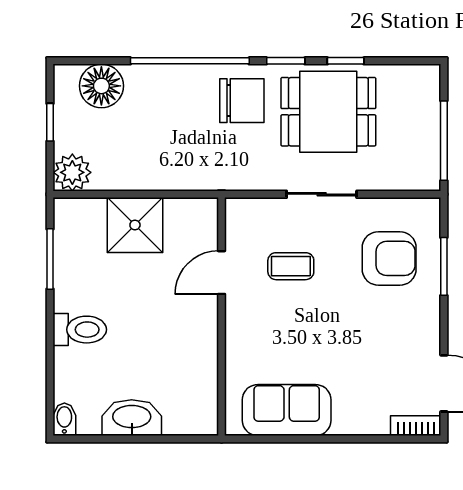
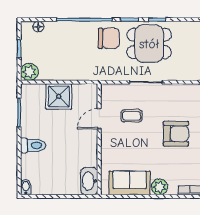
floor lamp: (101, 86) -> (38, 27), width x0.53, depth x0.53
armchair: (389, 258) -> (176, 134), moved
washbasin: (132, 418) -> (89, 181), moved, turned -90
plant: (351, 419) -> (160, 187), added

